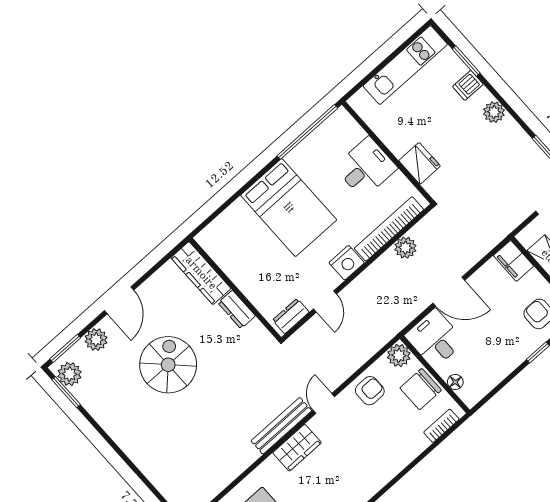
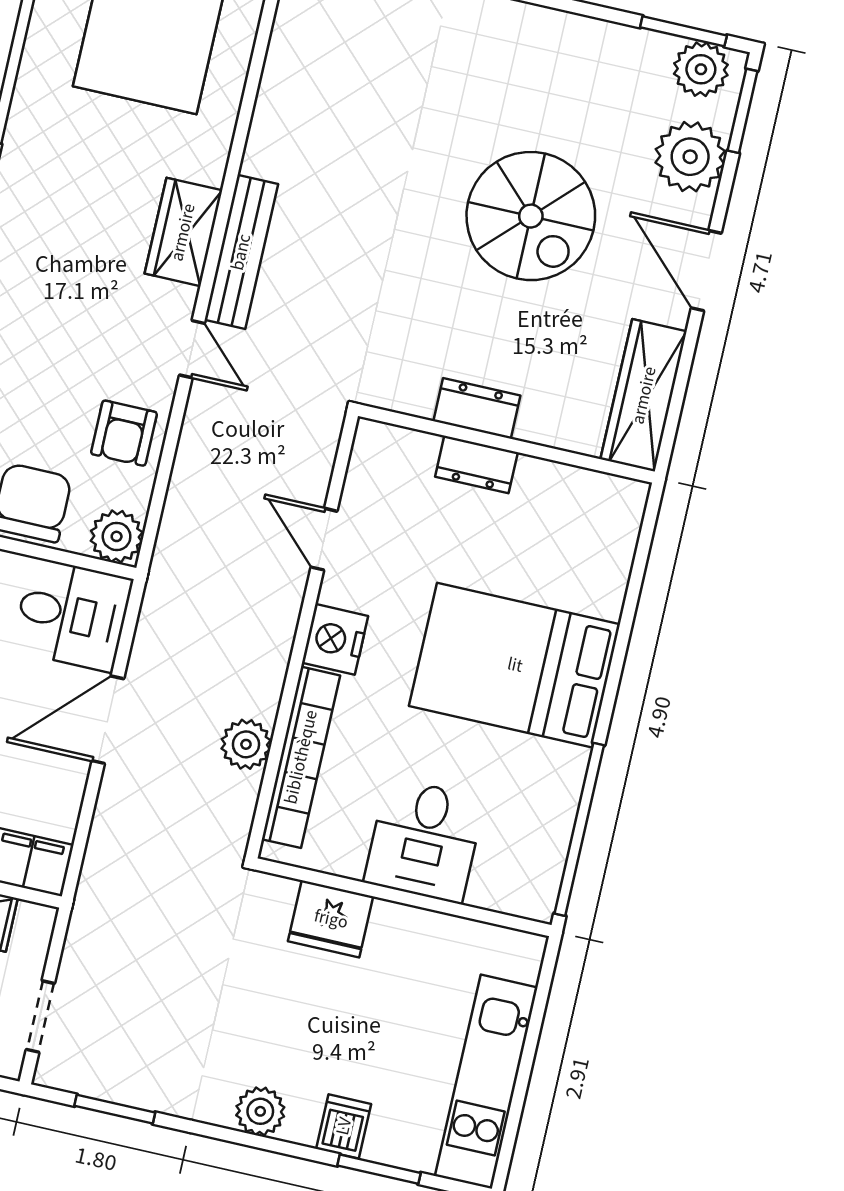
wardrobe: (201, 273) -> (644, 395), moved, turned -90
dresser: (291, 316) -> (476, 464), moved, turned 90
plant: (96, 340) -> (690, 157), width x1.36, depth x1.36

